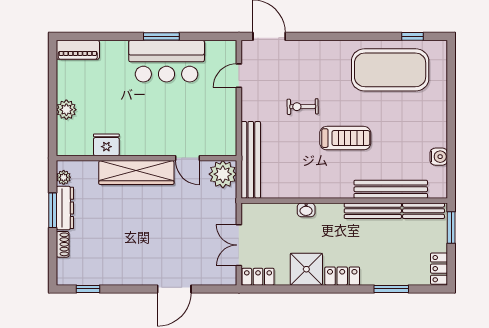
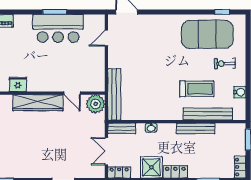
exercise bike: (303, 107) -> (225, 64), moved
treadmill: (345, 138) -> (197, 89), moved
bench: (424, 211) -> (122, 128), moved

